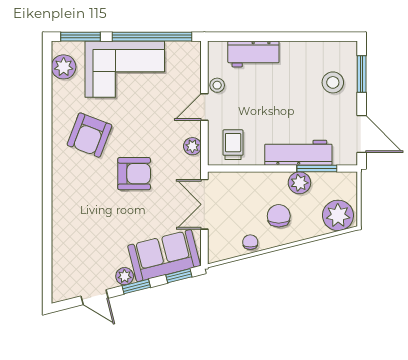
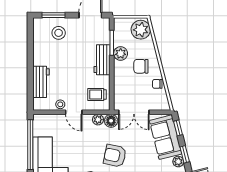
workbench: (298, 153) -> (102, 60), width x0.73
floor lamp: (190, 167) -> (111, 121), added
armchair: (134, 174) -> (115, 156), turned -78

